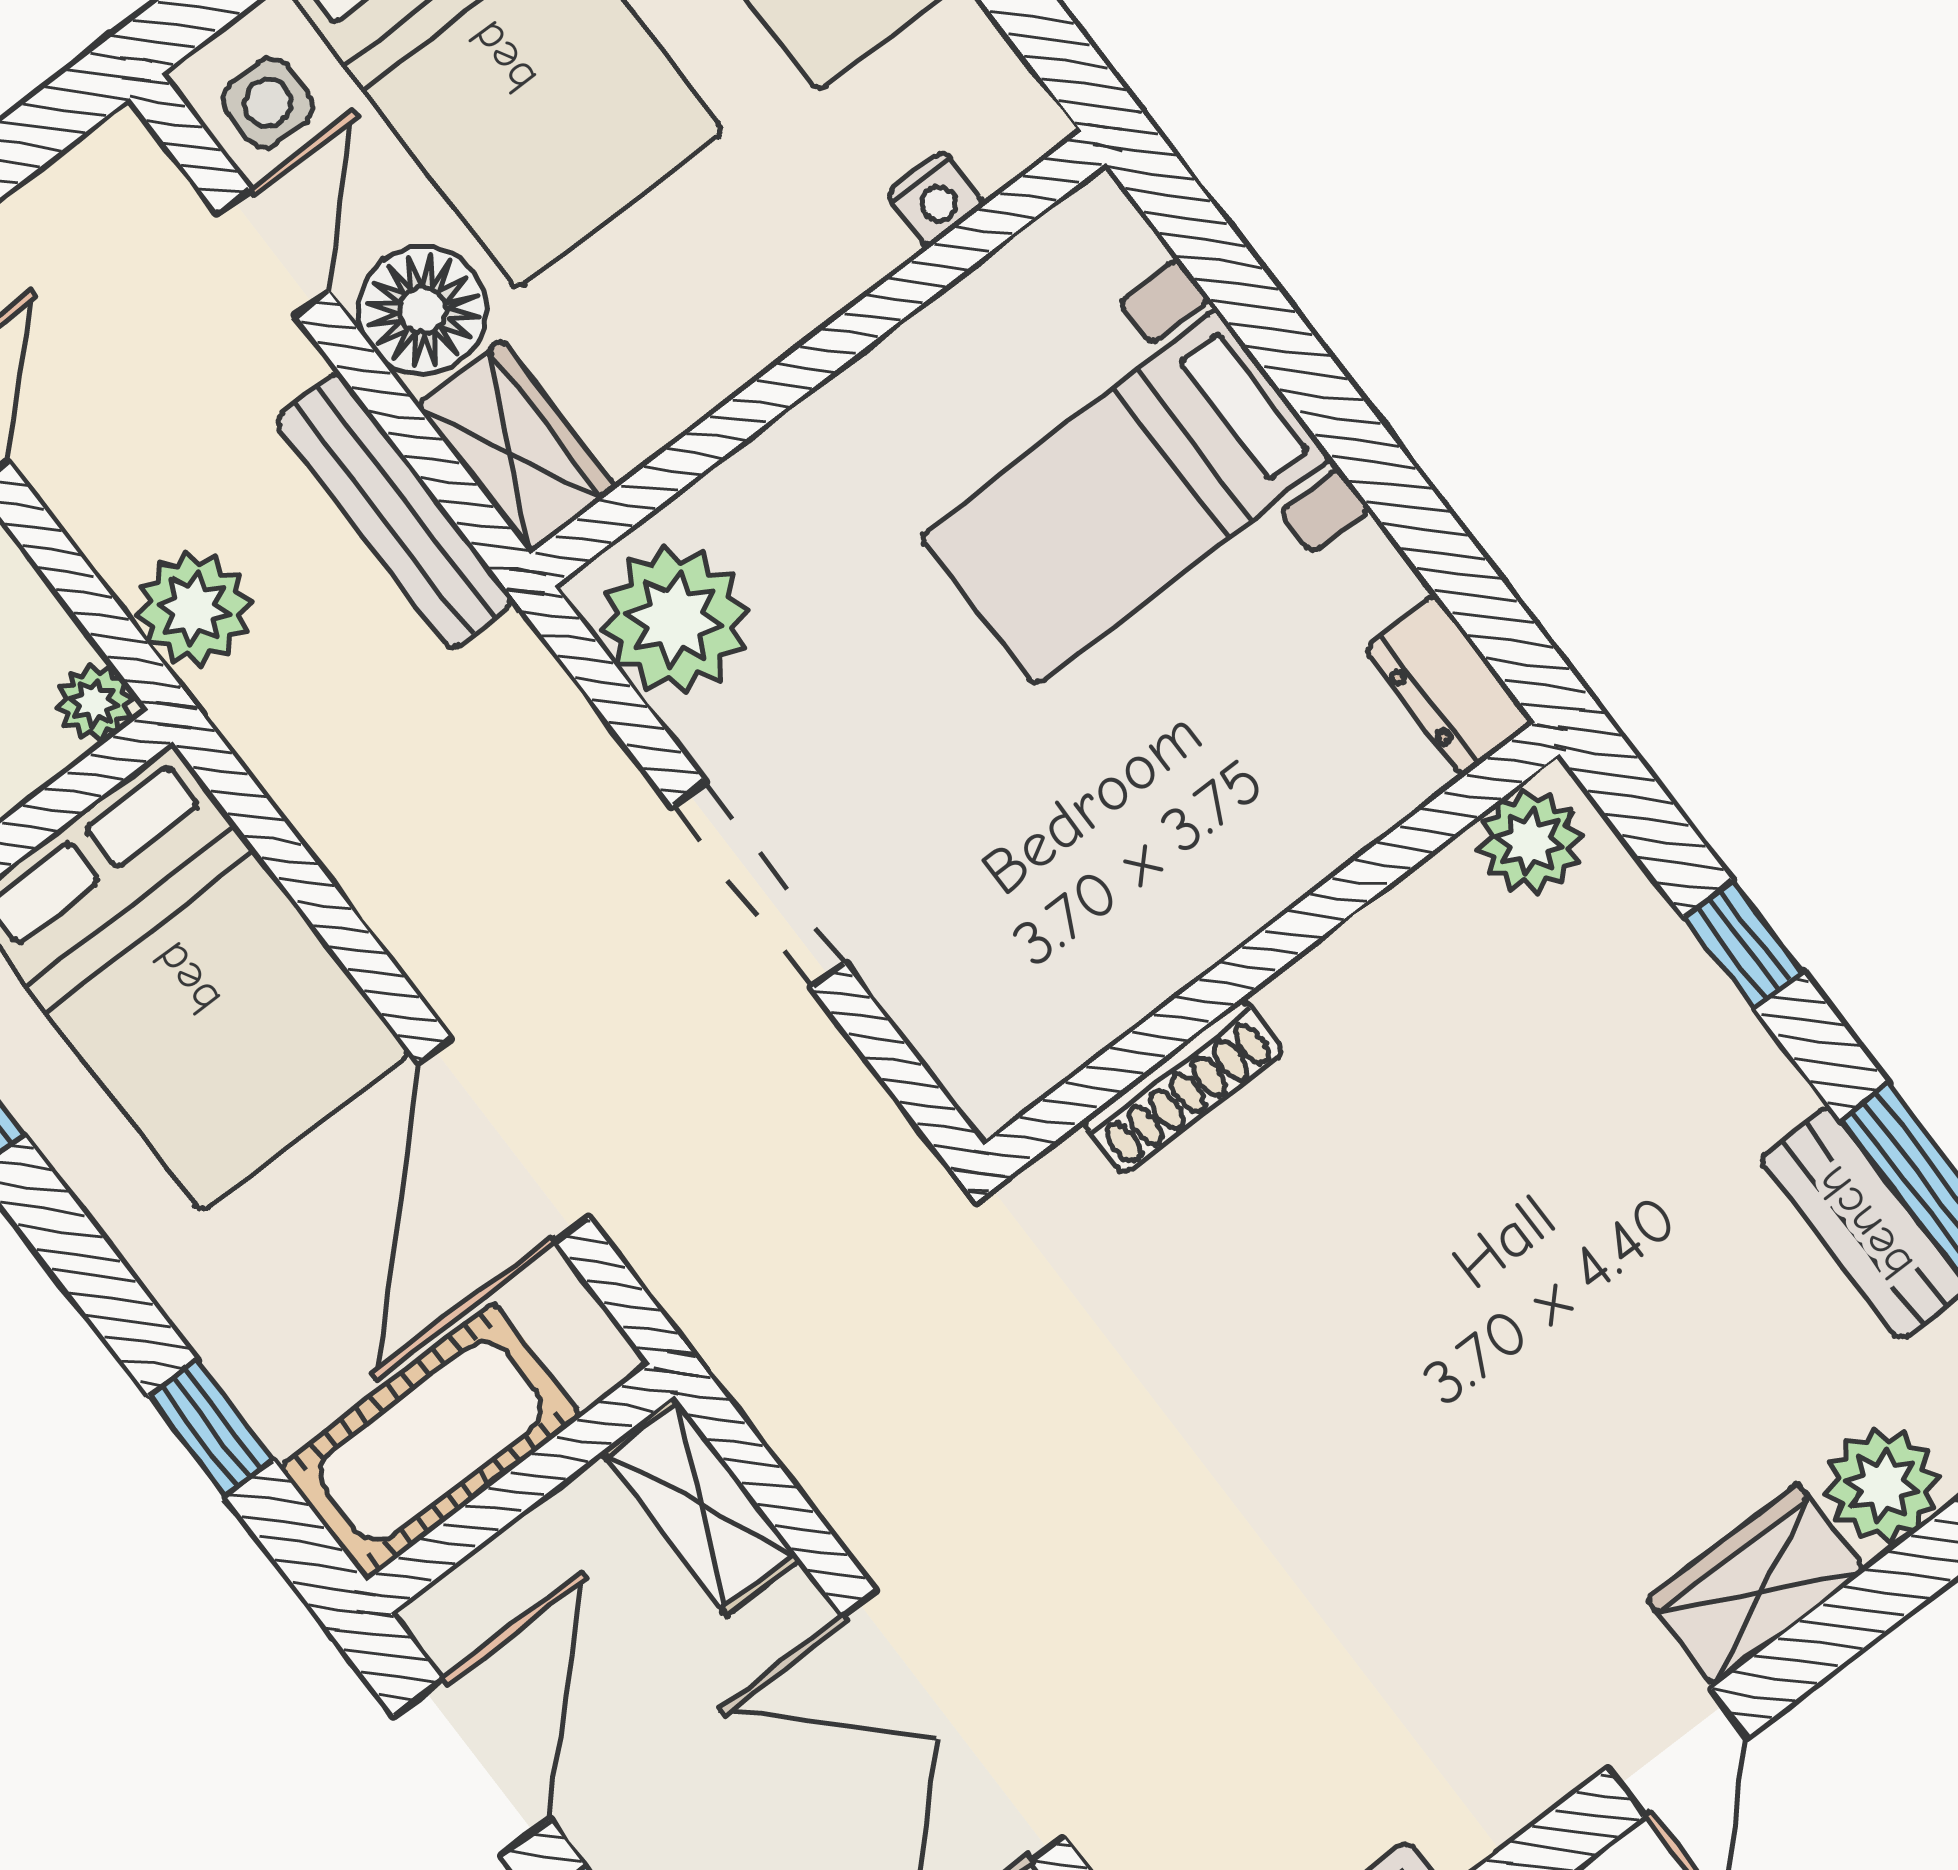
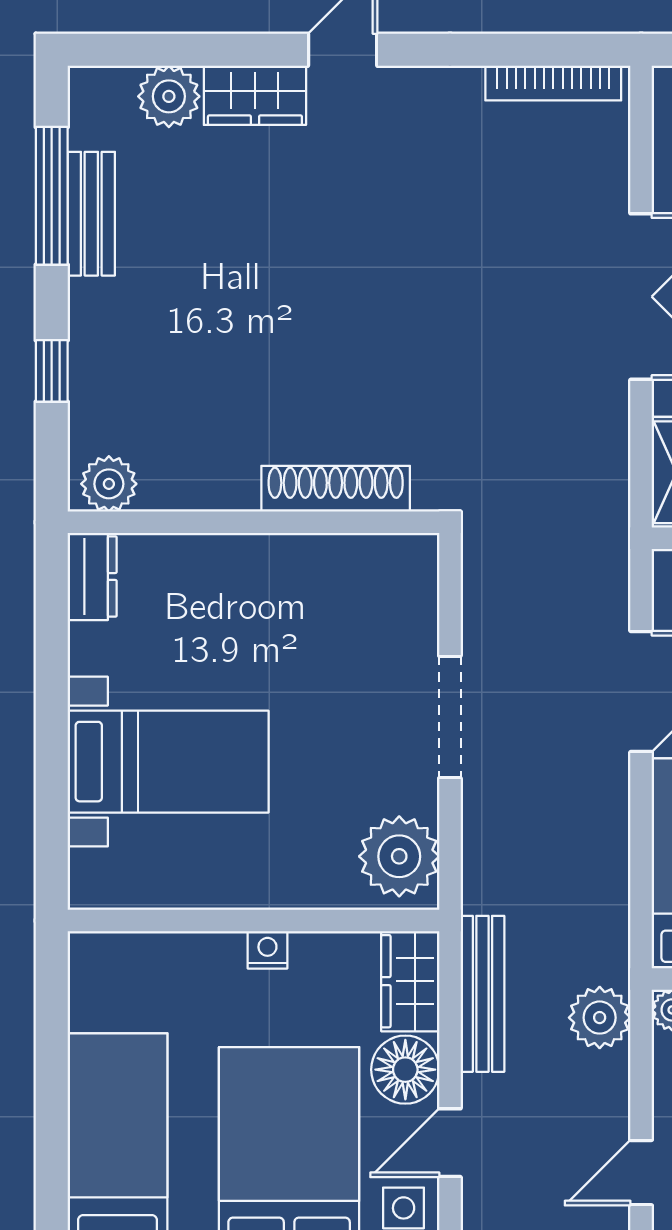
nightstand: (936, 199) -> (267, 950), moved
shoe rack: (1183, 1087) -> (336, 489), width x1.36, depth x1.24

